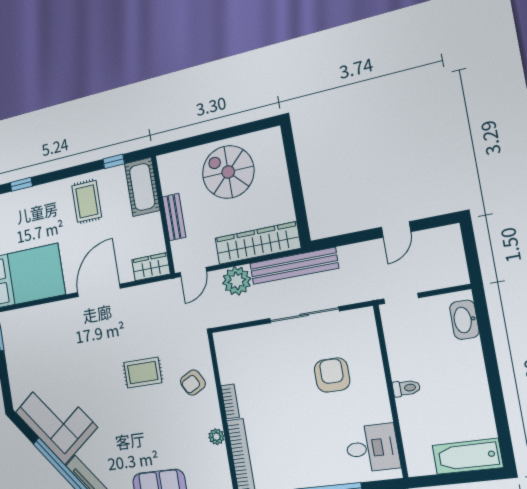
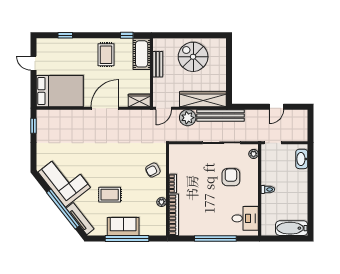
bench: (174, 217) -> (158, 64), moved
plant: (367, 325) -> (254, 154), added
rug: (143, 373) -> (110, 195), moved

